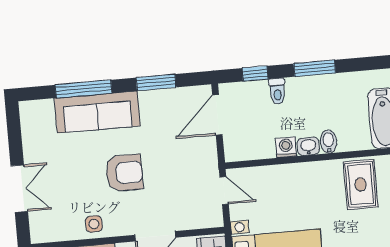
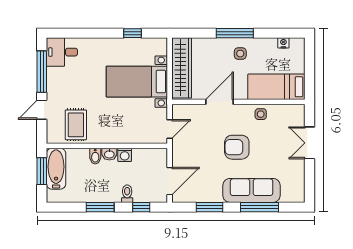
door: (224, 191) -> (170, 129), swing flipped

